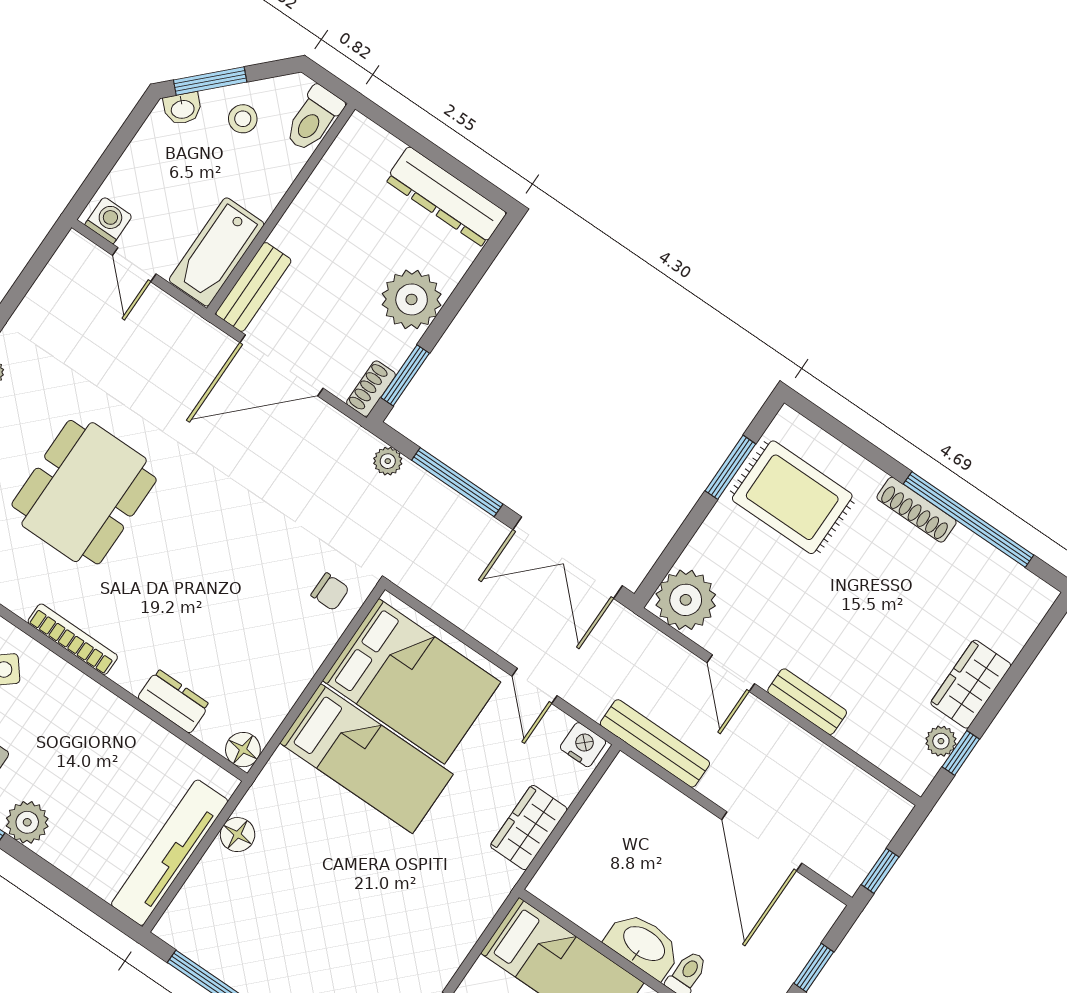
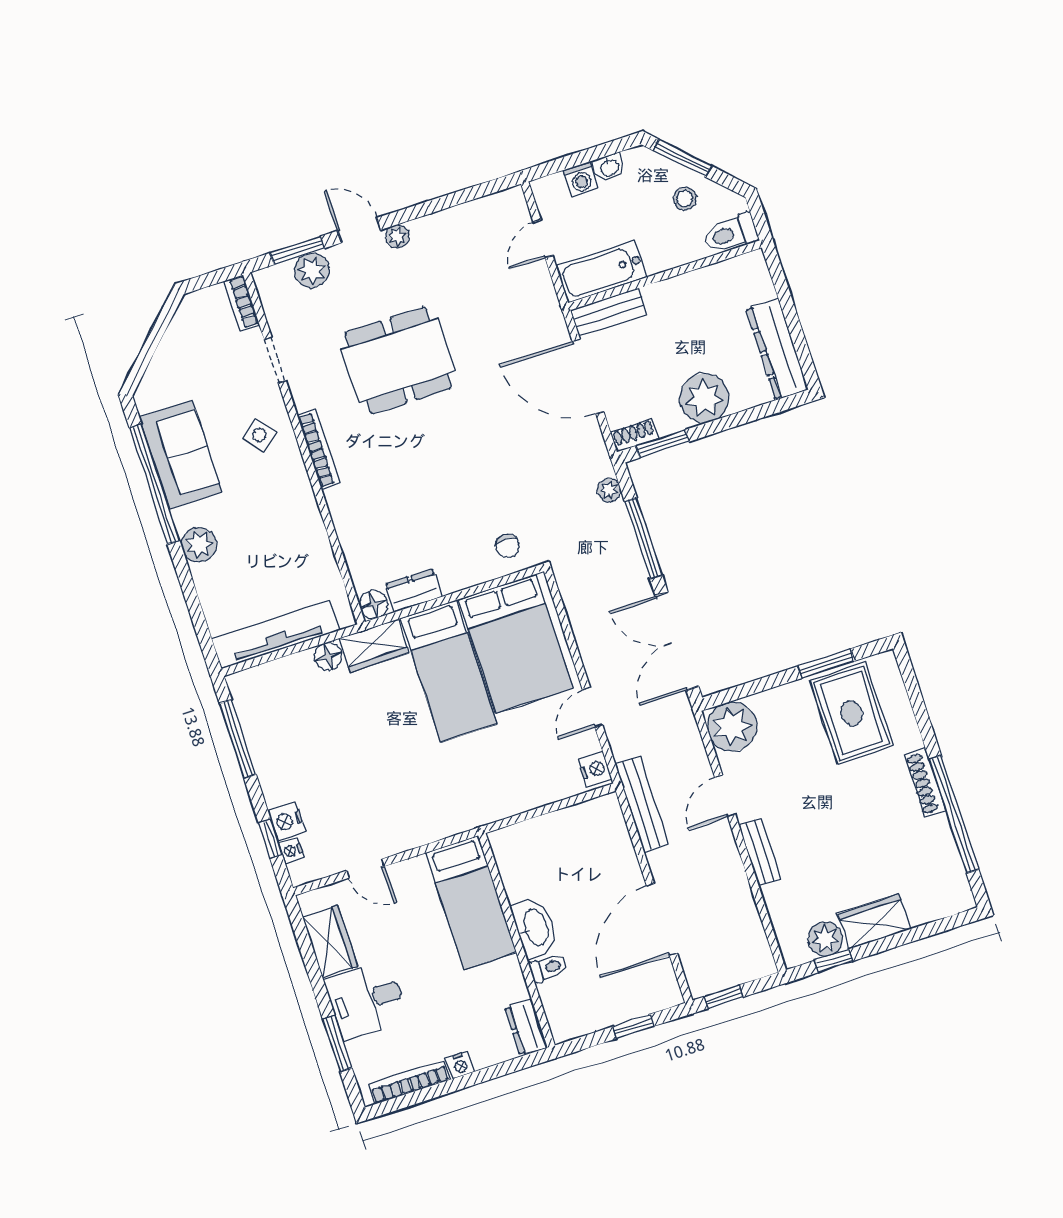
washbasin: (183, 109) -> (609, 167), moved, turned -45
washing machine: (108, 220) -> (581, 179), moved, turned 90
dresser: (174, 701) -> (414, 591), moved, turned -90
plant: (941, 741) -> (825, 939), width x1.38, depth x1.38
wardrobe: (529, 828) -> (374, 646), moved, turned 180

